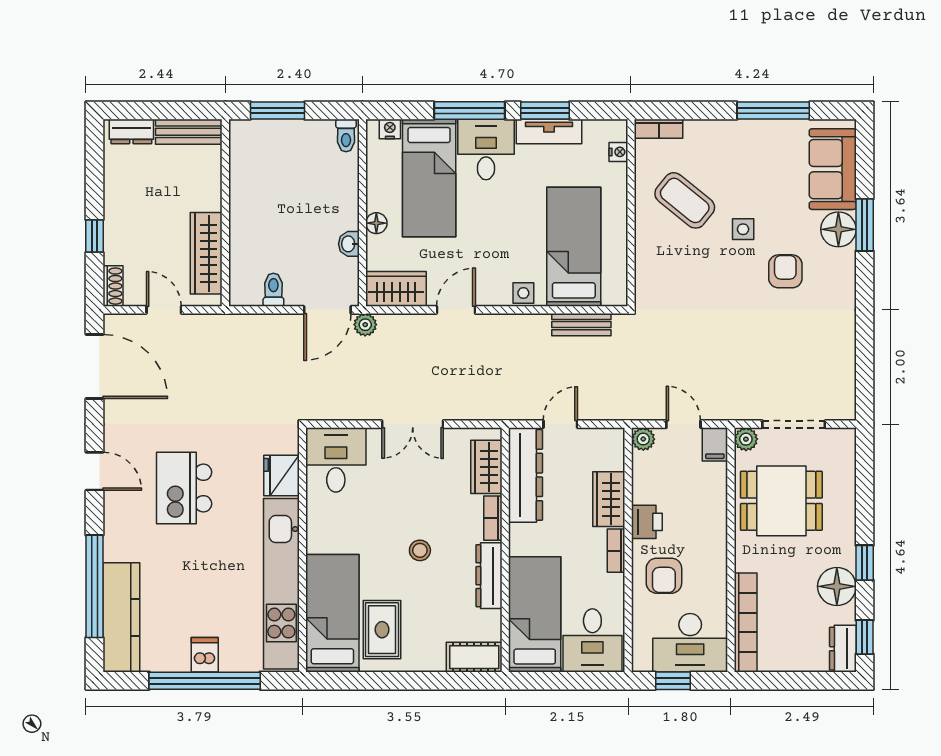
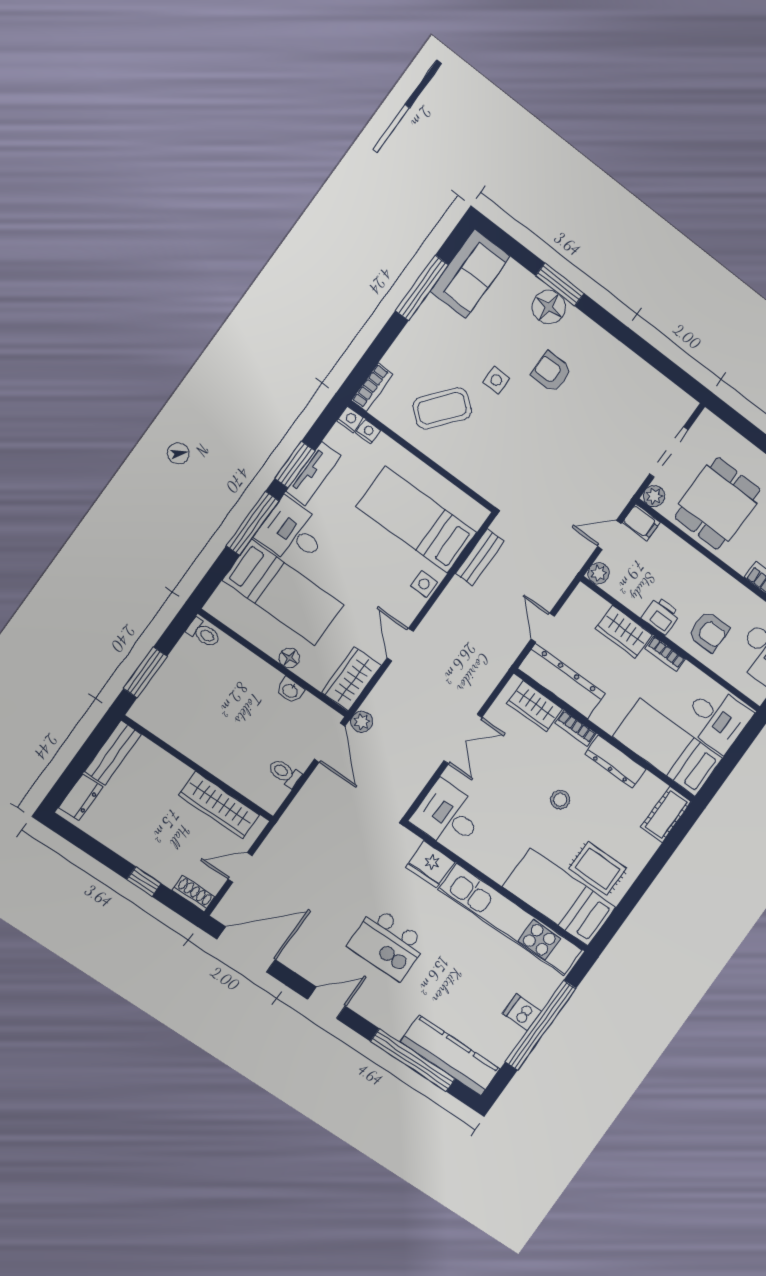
nightstand: (390, 129) -> (350, 419), moved, turned 90
sofa: (833, 169) -> (470, 274), moved, turned -90

